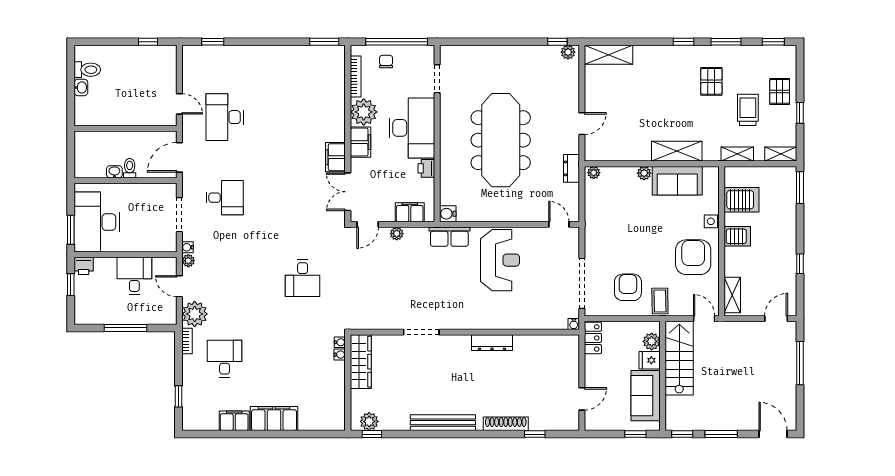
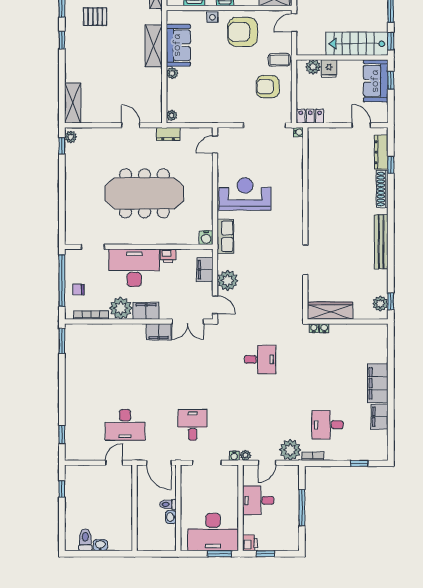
plant: (397, 234) -> (228, 281), width x1.88, depth x1.88
dresser: (492, 343) -> (381, 152), moved, turned 180
stairs: (679, 358) -> (357, 44), moved
sofa: (646, 396) -> (376, 81), moved, turned 90

